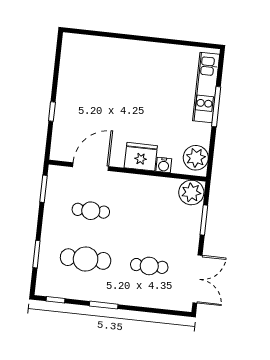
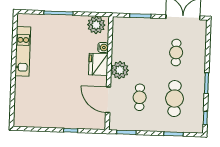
kitchen unit: (206, 87) -> (23, 51), moved, turned -90
plant: (191, 192) -> (120, 70), moved

